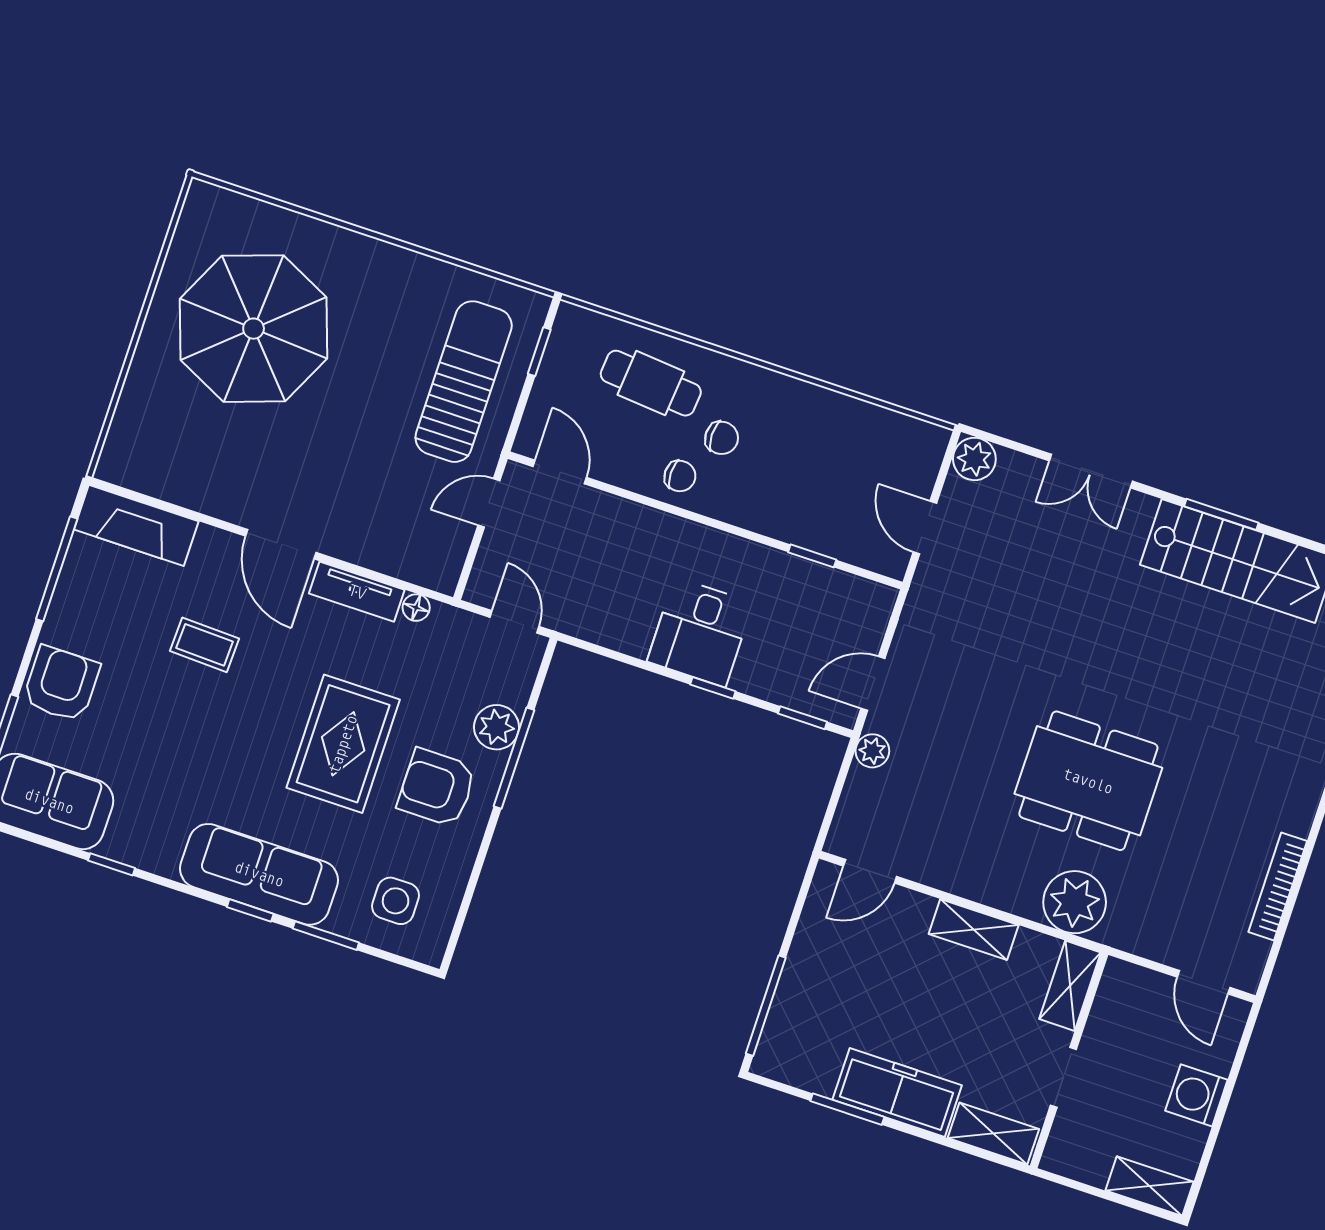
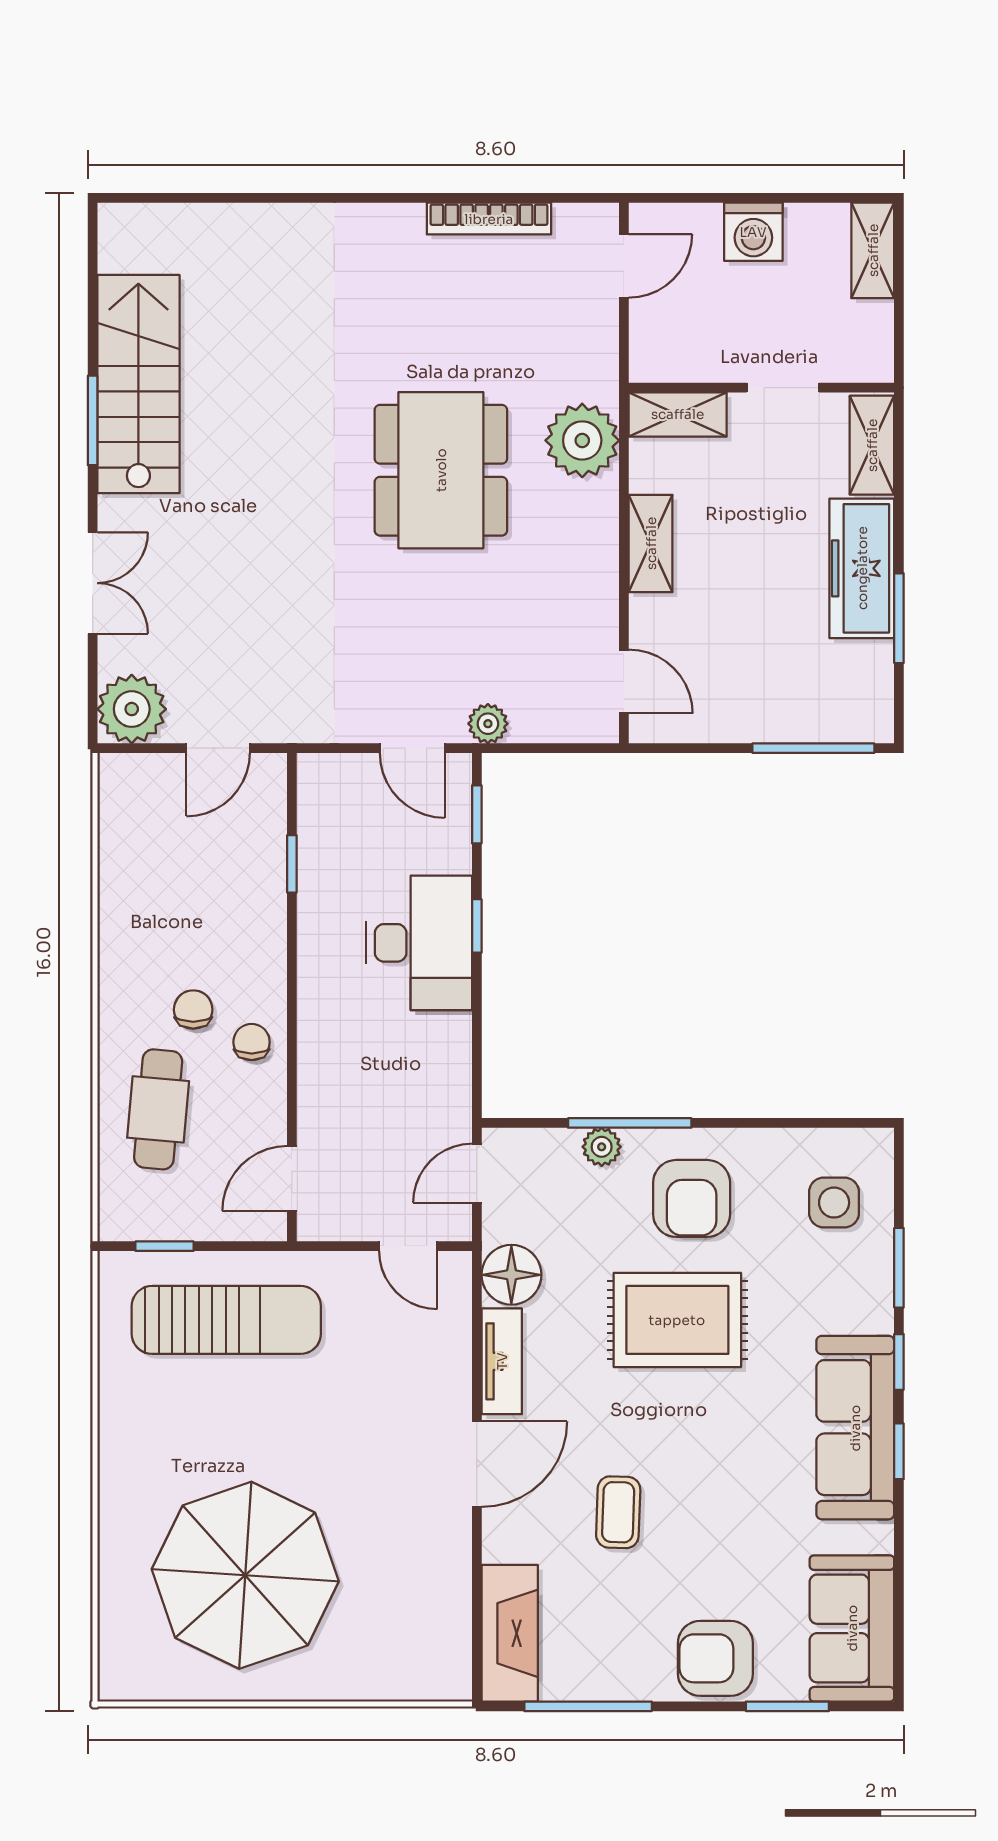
sun lounger: (464, 382) -> (226, 1320), turned 180
plant: (974, 459) -> (132, 709), width x1.36, depth x1.36
door: (489, 503) -> (408, 1246), moved
floor lamp: (416, 608) -> (511, 1275), width x1.89, depth x1.89
desk: (700, 632) -> (419, 943), width x1.37
plant: (497, 727) -> (602, 1147), width x0.73, depth x0.73
window: (112, 864) -> (899, 1451), moved
sofa: (259, 874) -> (855, 1428), moved

